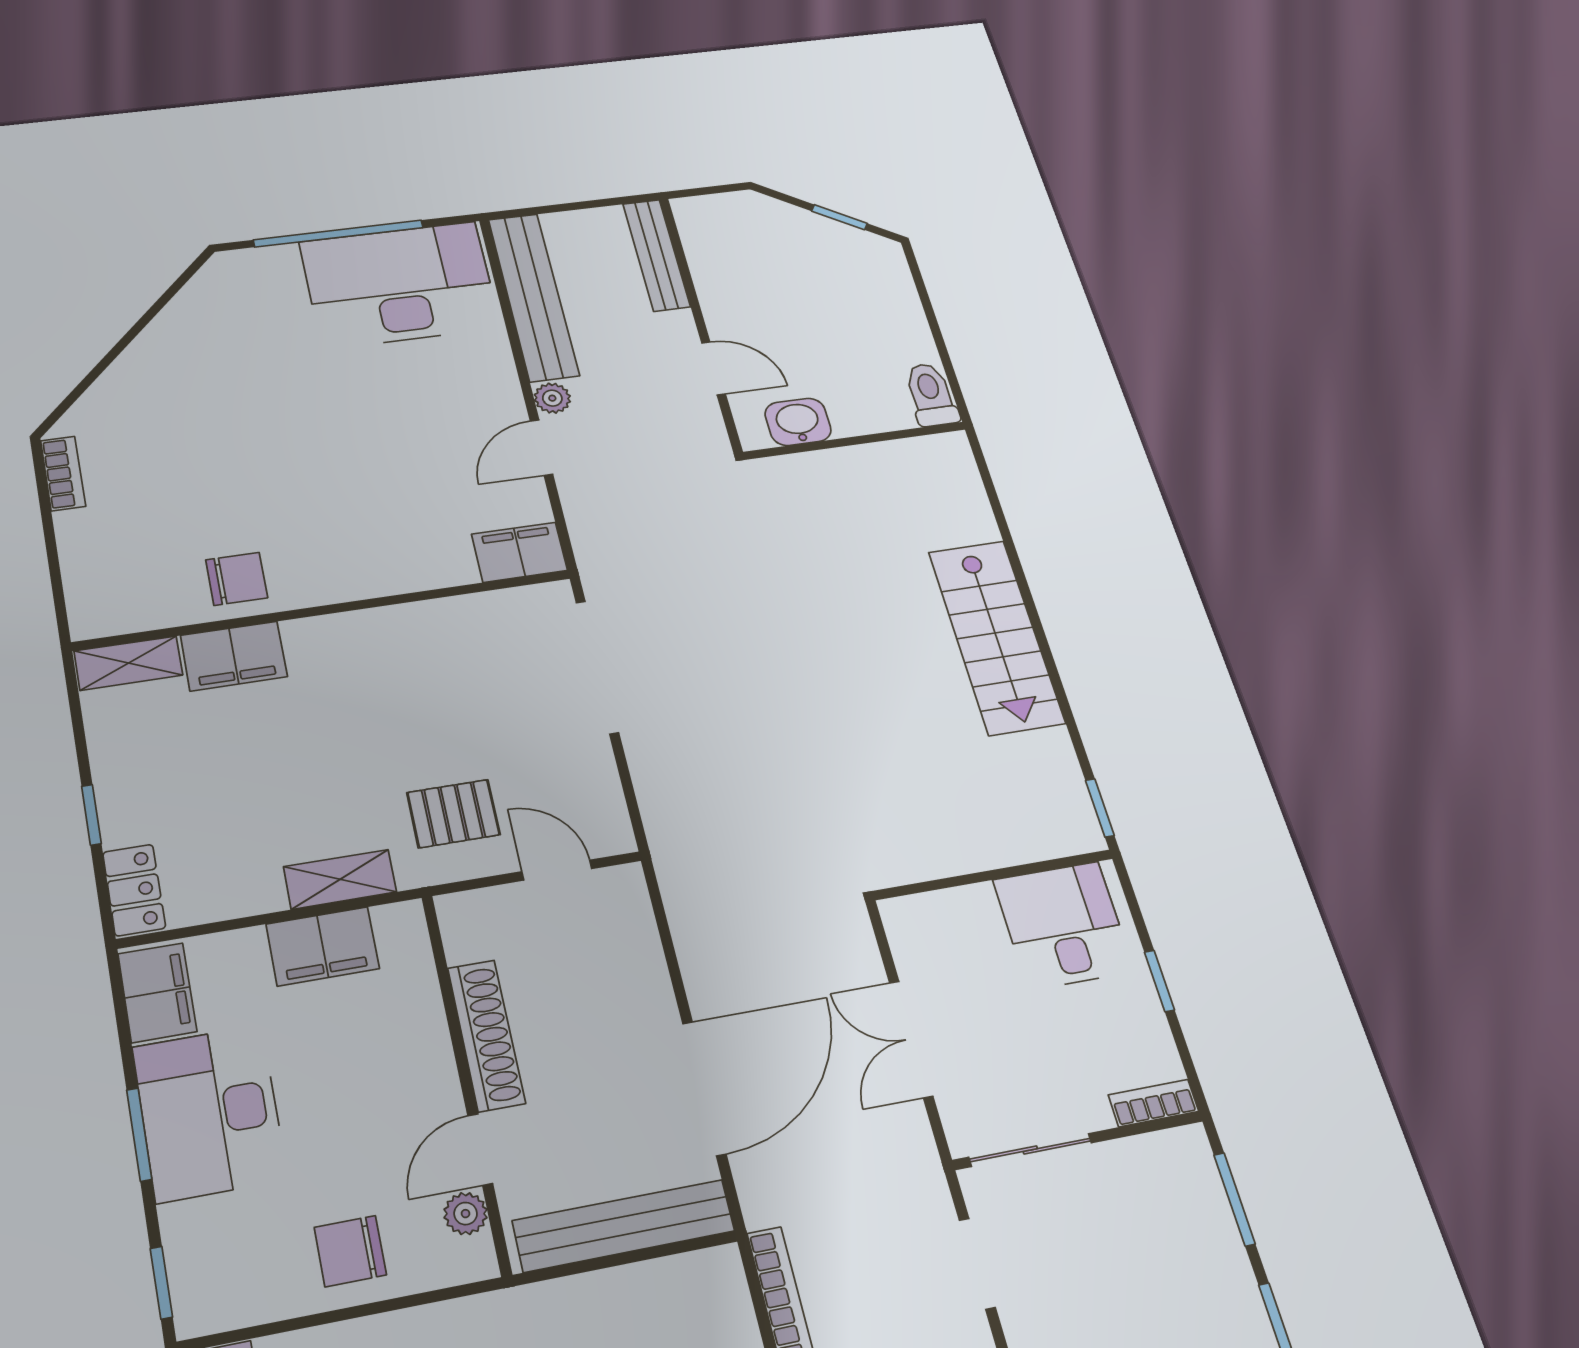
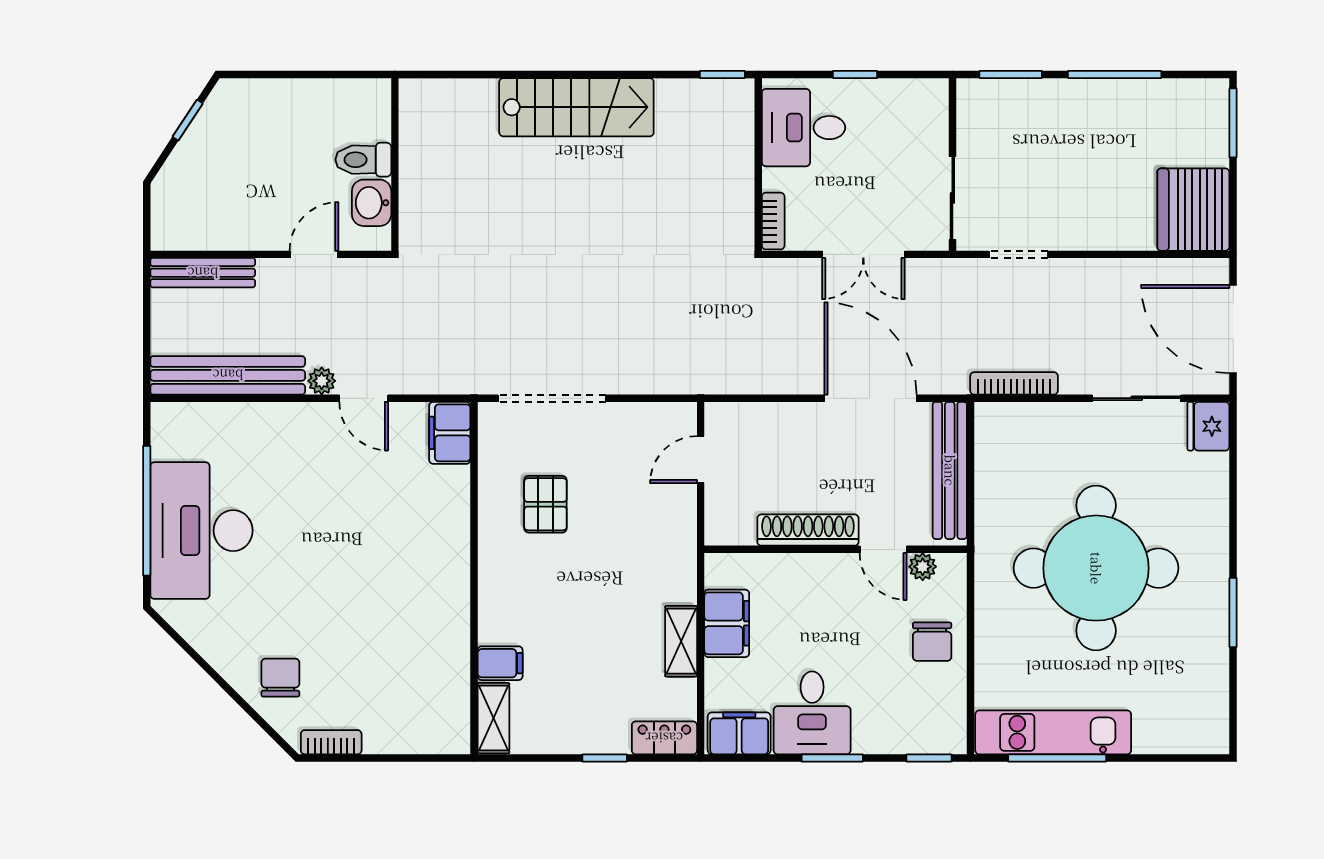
desk: (400, 285) -> (201, 531), moved
toilet: (931, 395) -> (363, 160), moved
chair: (237, 579) -> (280, 678), moved
filing cabinet: (234, 656) -> (500, 663), width x0.50
pallet: (453, 814) -> (545, 504), moved
shelving: (340, 879) -> (681, 641), moved
bookcase: (1154, 1103) -> (773, 221), moved, turned 180
desk: (210, 1113) -> (812, 713), width x0.73

